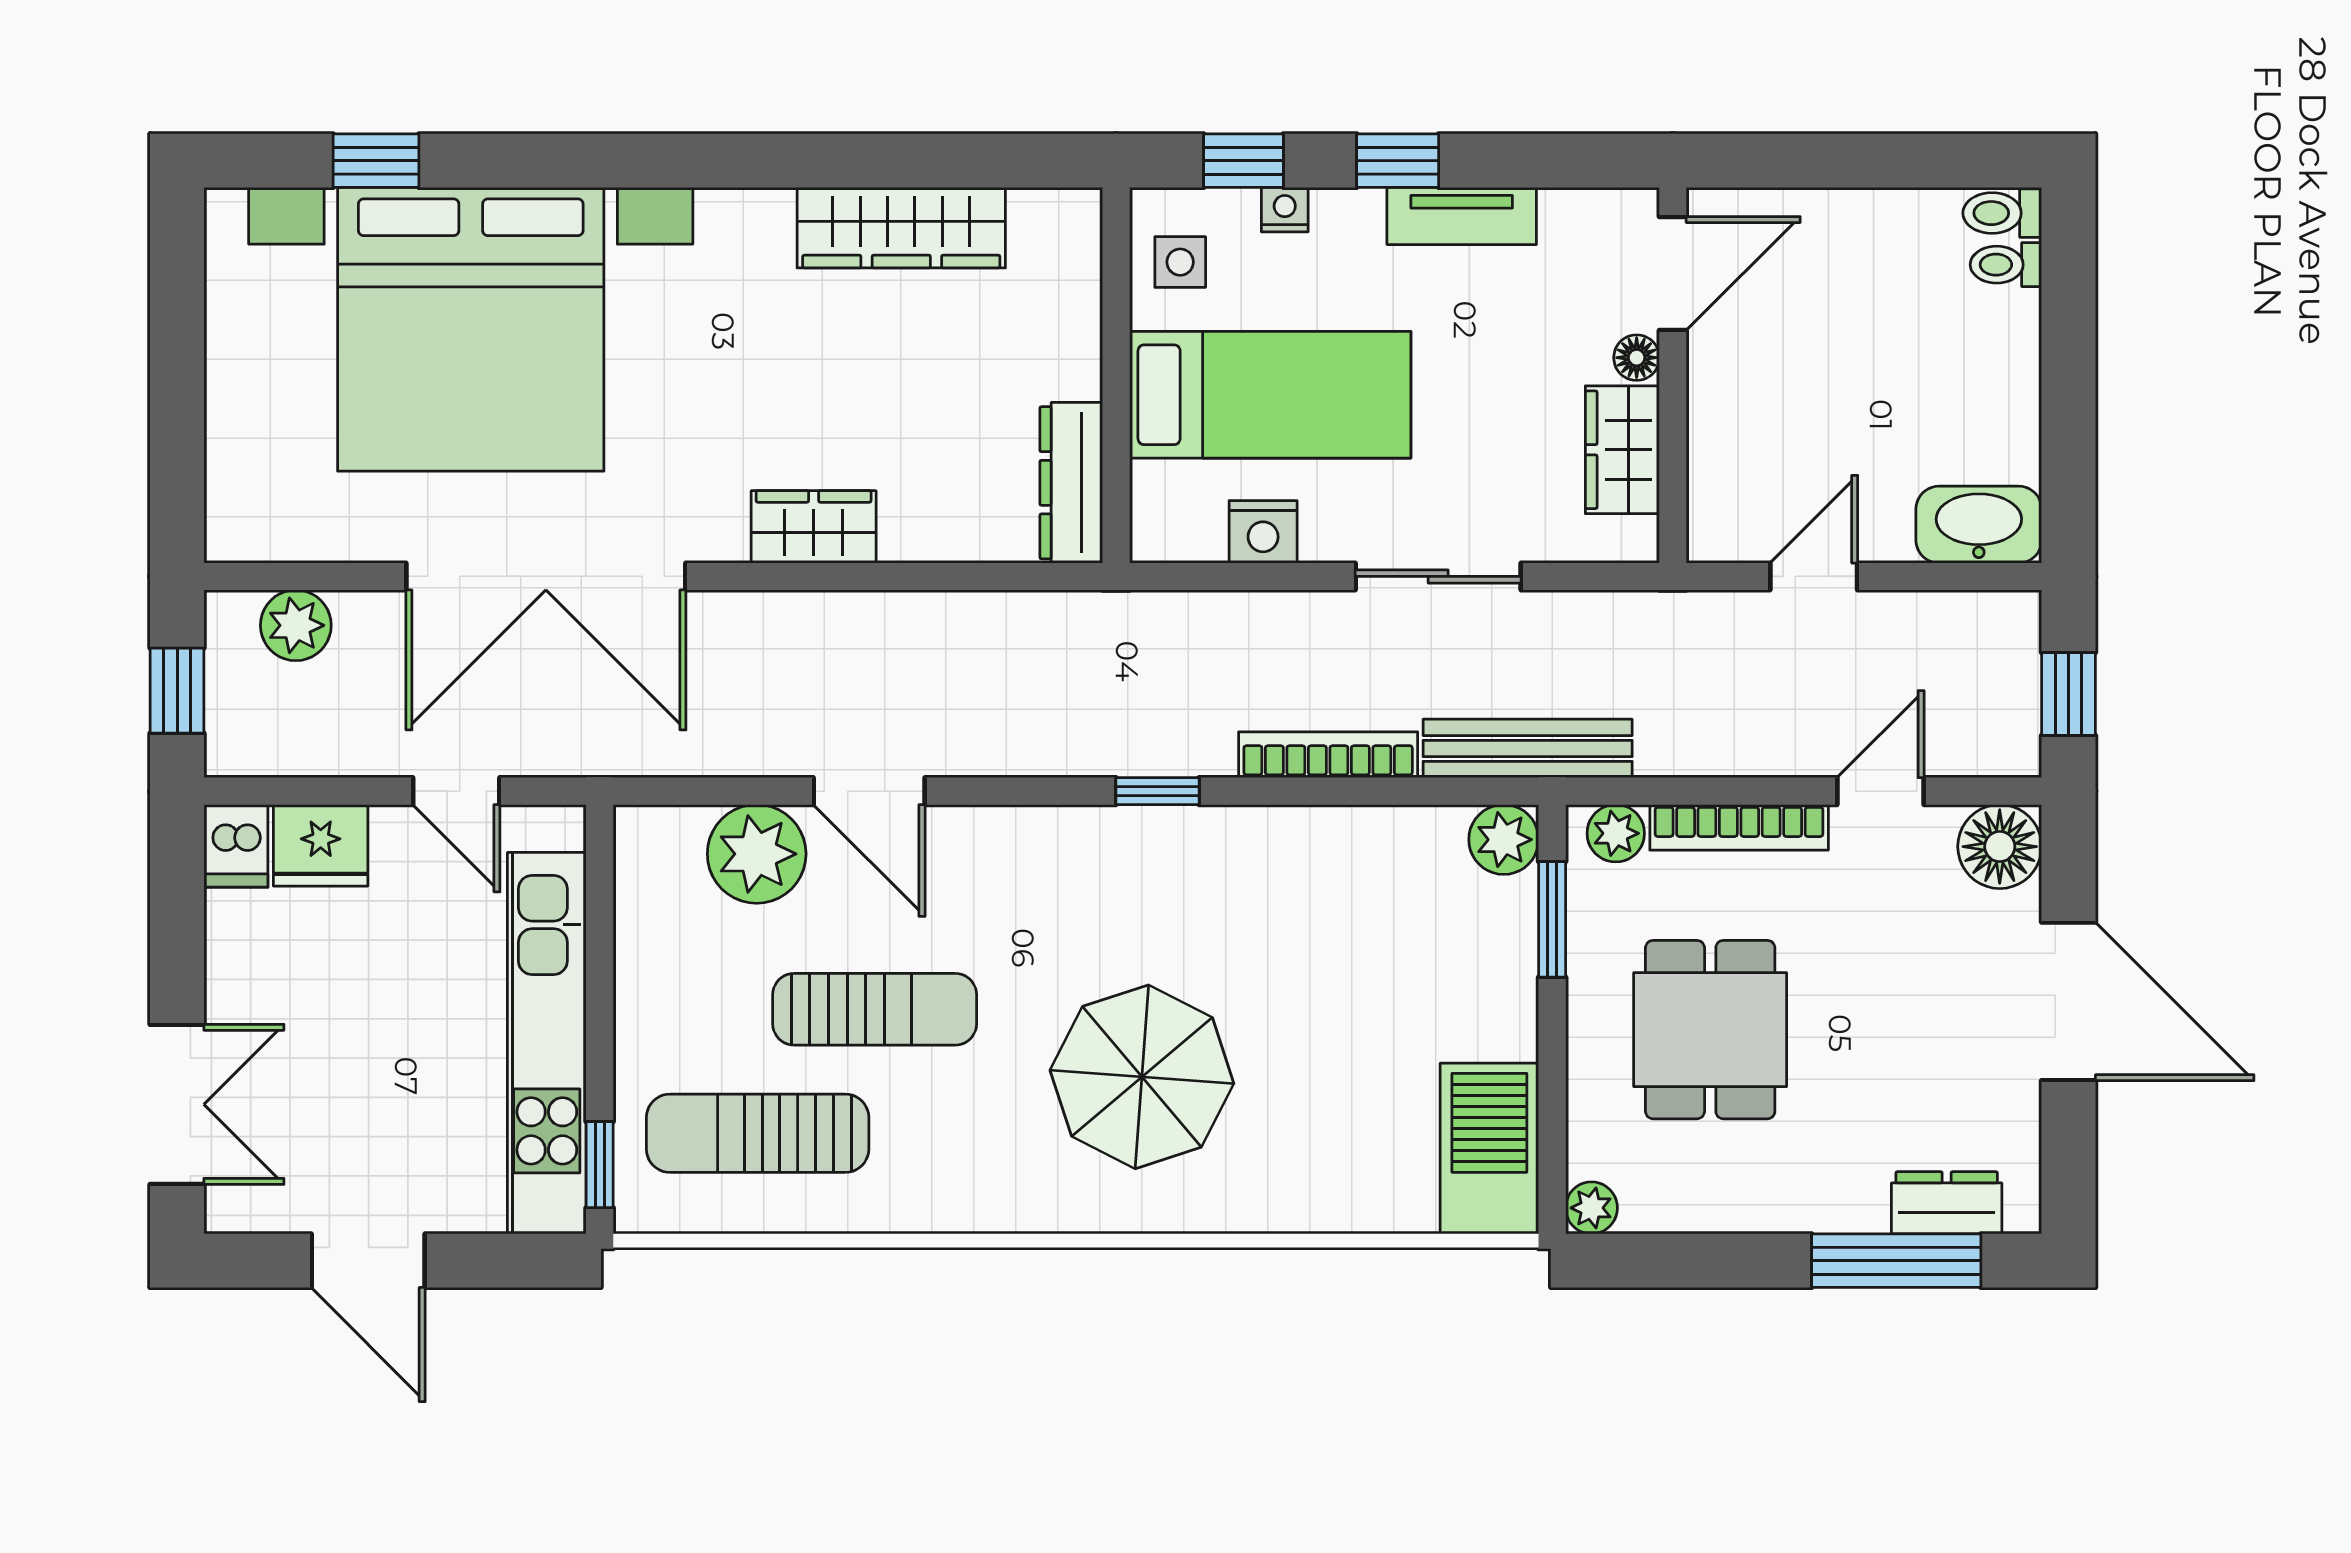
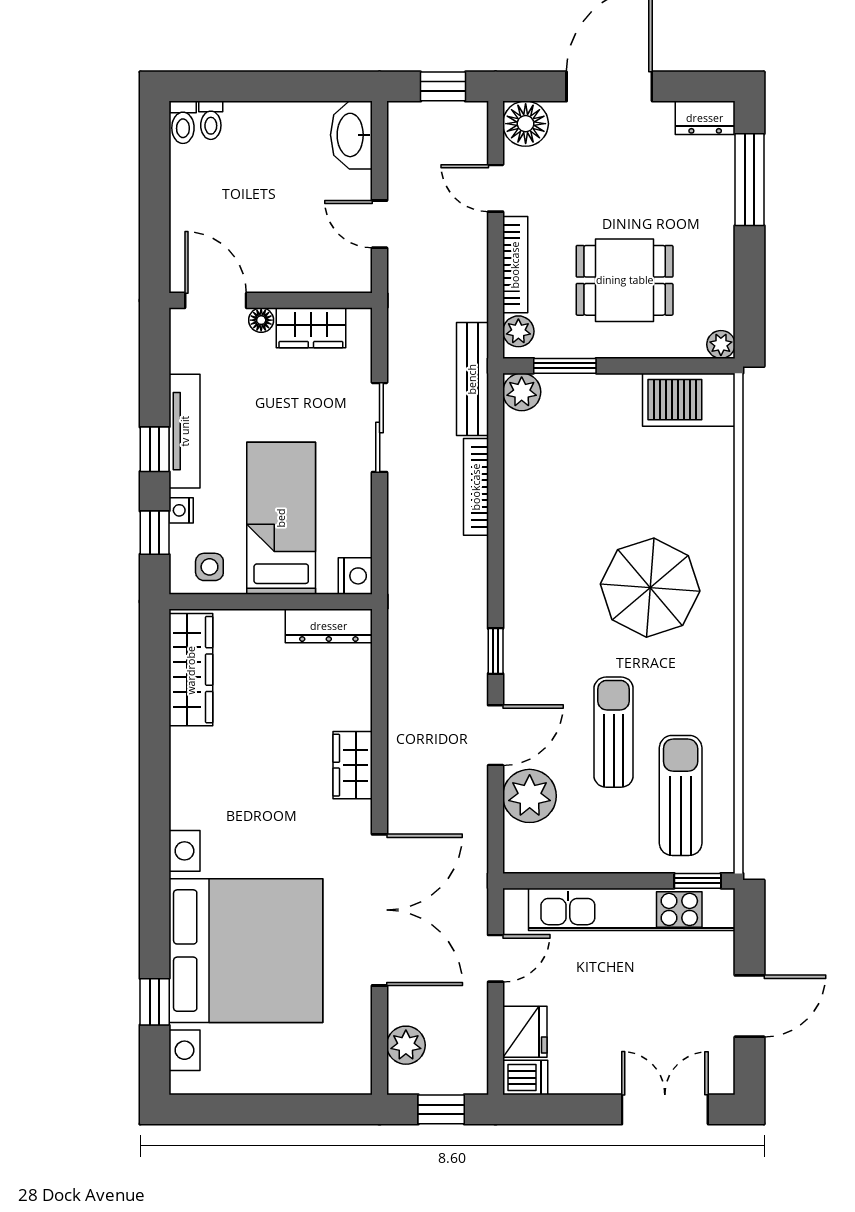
tv unit: (1462, 216) -> (185, 431), width x1.41
wardrobe: (901, 228) -> (191, 670), moved
nightstand: (1263, 532) -> (355, 576), moved
window: (1158, 791) -> (496, 651), moved
sun lounger: (758, 1133) -> (681, 795), turned 180
dresser: (1947, 1203) -> (705, 118), moved, turned -90

